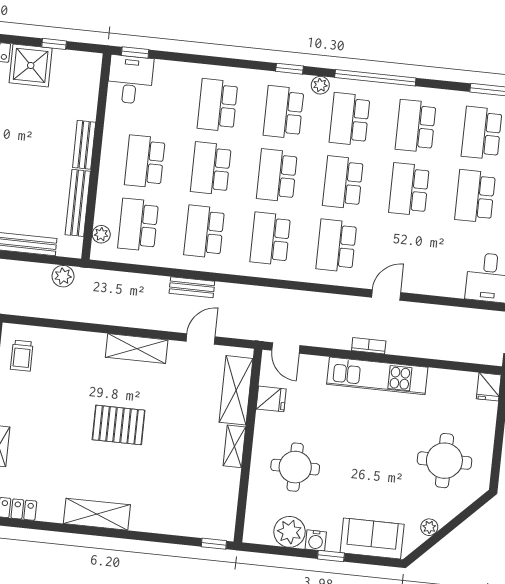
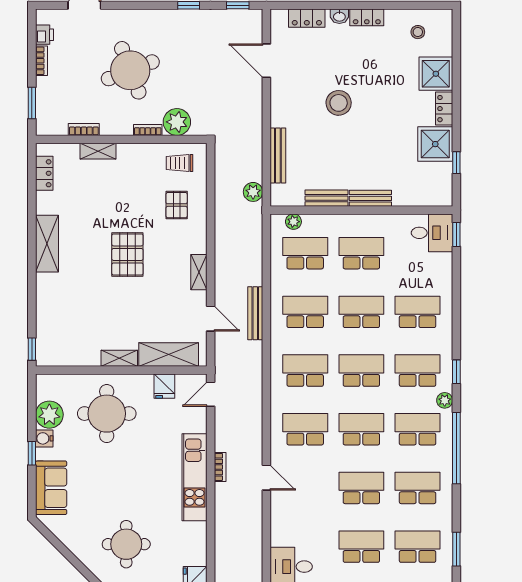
bench: (78, 203) -> (327, 198), width x0.73
bench: (192, 287) -> (255, 313), width x1.36
shelving: (137, 349) -> (199, 272), width x0.67, depth x0.75
pallet: (69, 364) -> (177, 205), added
round table: (295, 467) -> (107, 414), width x1.36, depth x1.36
plant: (429, 527) -> (66, 537), removed

